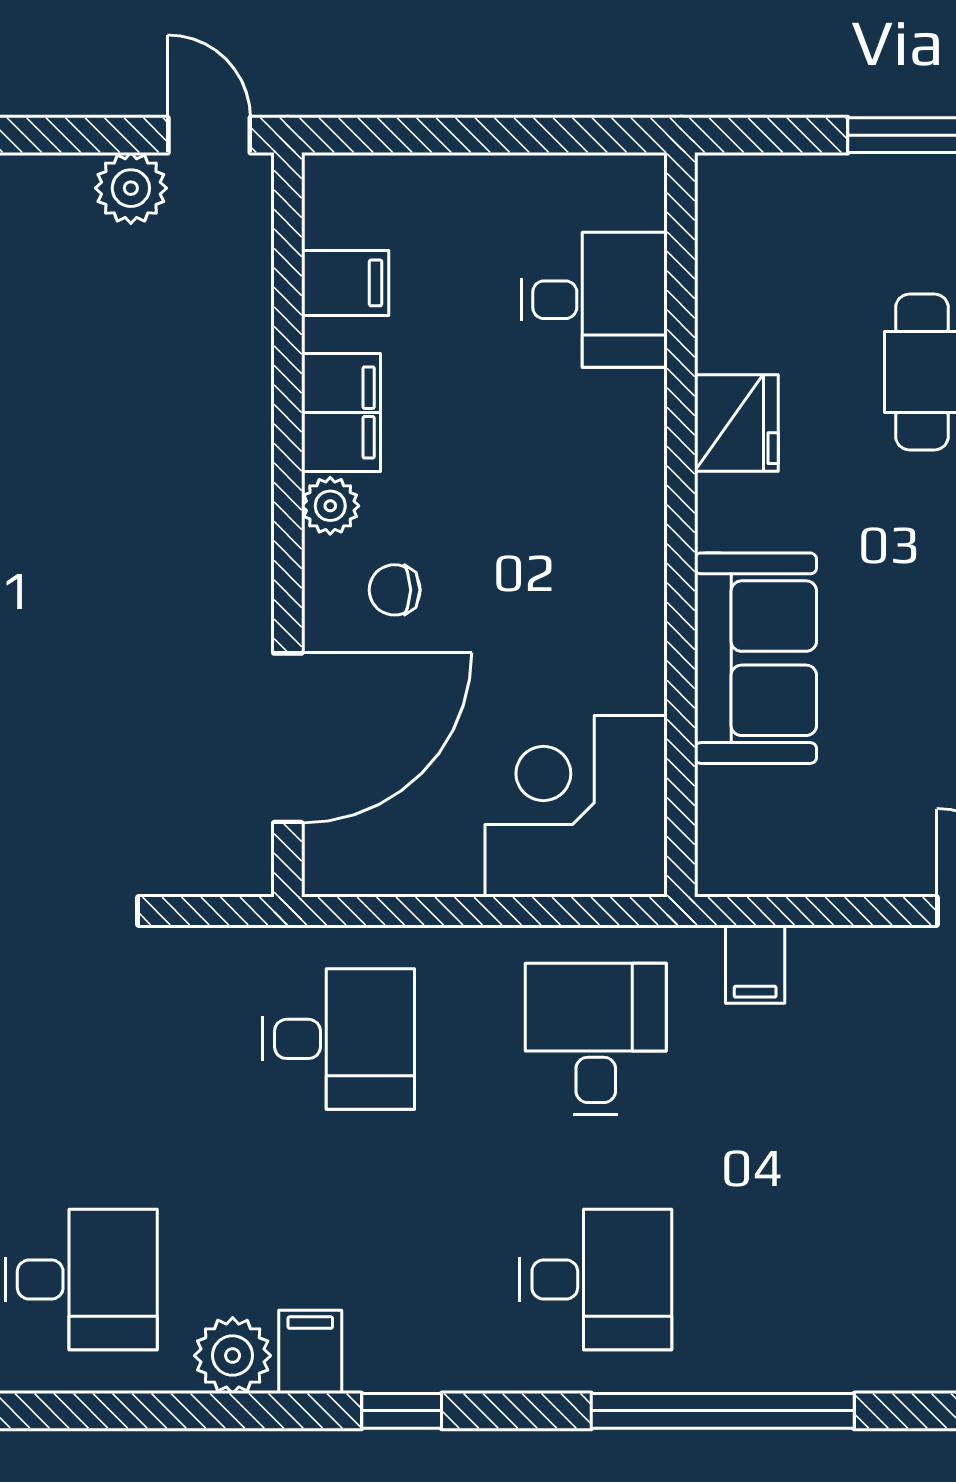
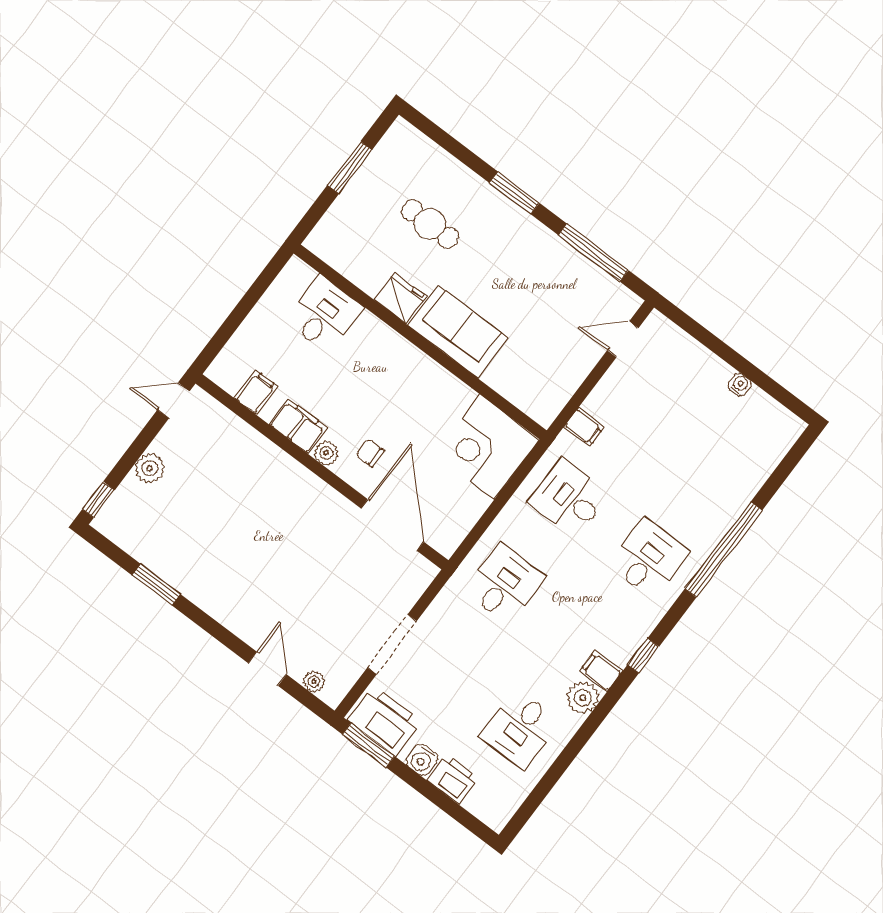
plant: (131, 188) -> (150, 468), moved
chair: (395, 590) -> (370, 453), turned 90
sofa: (756, 658) -> (458, 332), moved
desk: (81, 1280) -> (520, 729), turned 180

